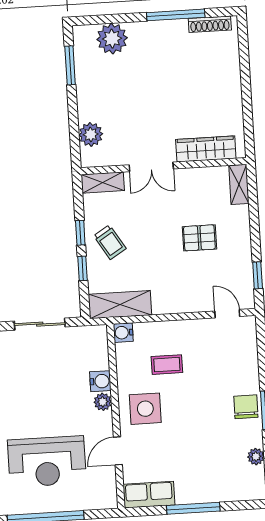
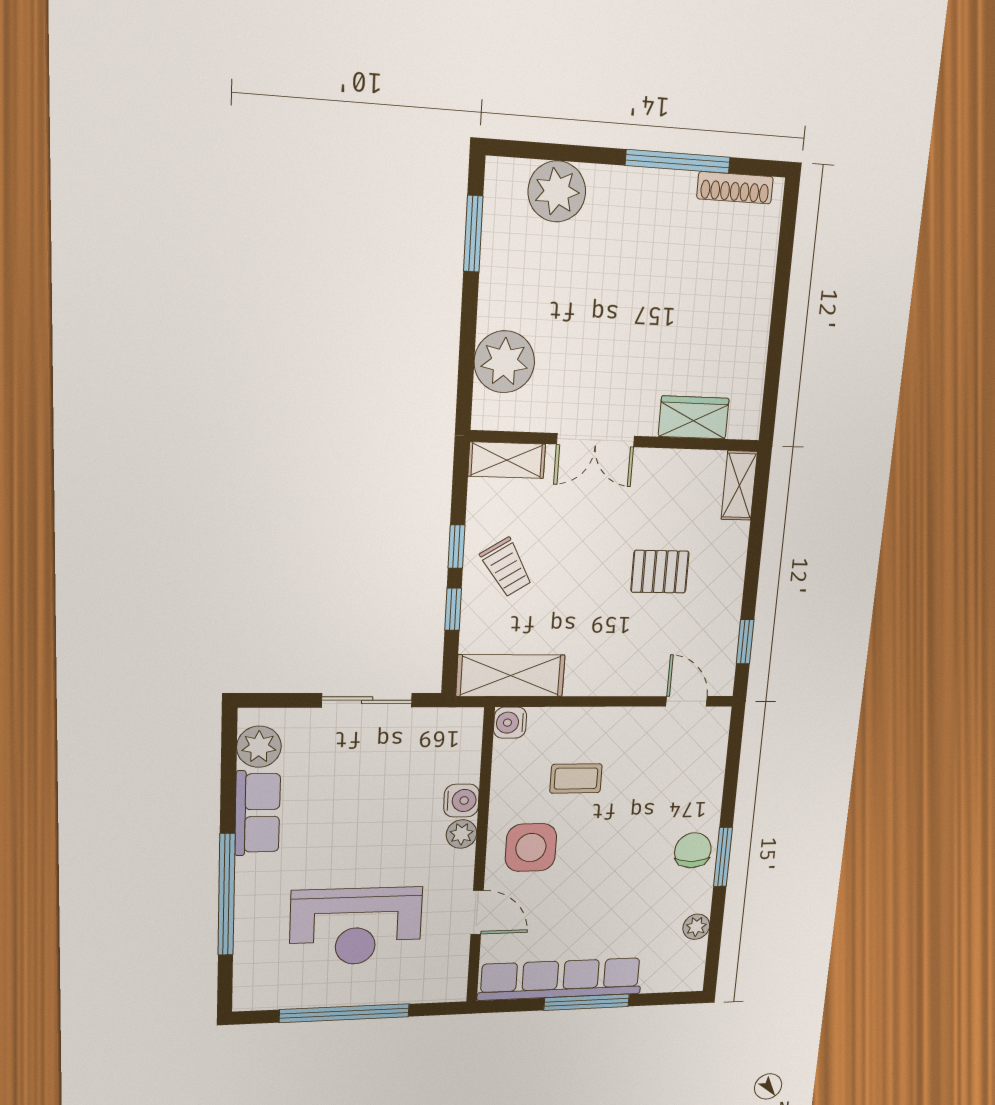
plant: (91, 134) -> (504, 362), width x1.36, depth x1.36
wardrobe: (206, 149) -> (694, 417), width x0.67
door: (118, 451) -> (477, 912), swing flipped
row of seats: (149, 495) -> (560, 979), width x2.02

